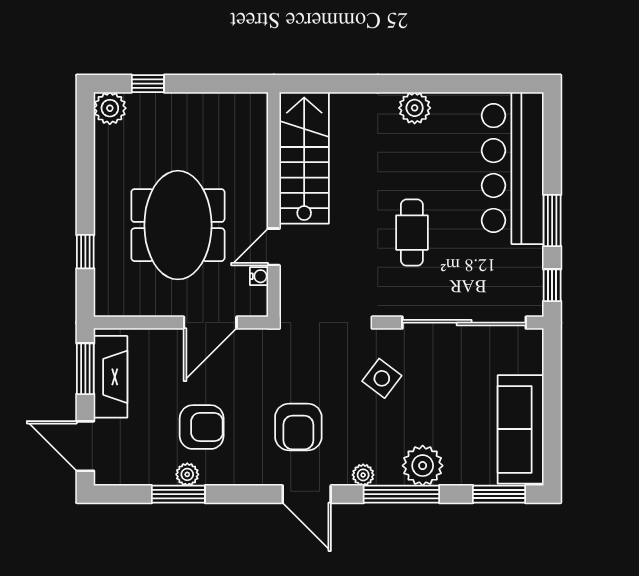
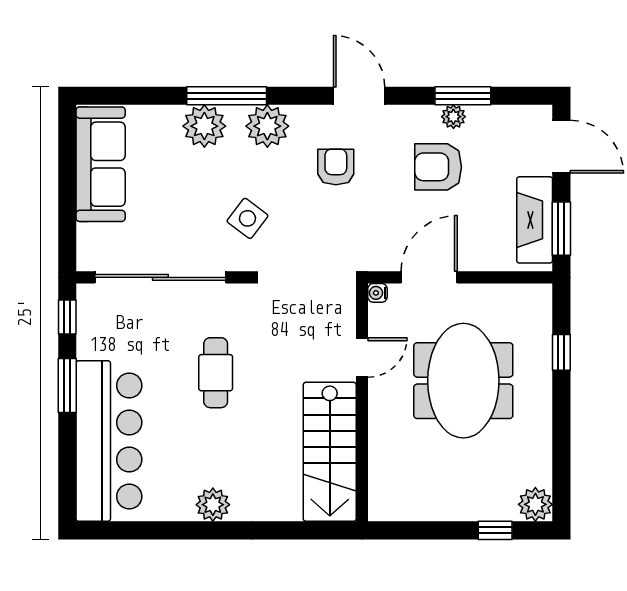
water cooler: (259, 276) -> (377, 293), moved
armchair: (298, 427) -> (336, 167), width x0.72, depth x0.72
plant: (363, 475) -> (267, 126), width x1.88, depth x1.88
door: (307, 494) -> (359, 96), moved
window: (499, 494) -> (123, 96), removed

